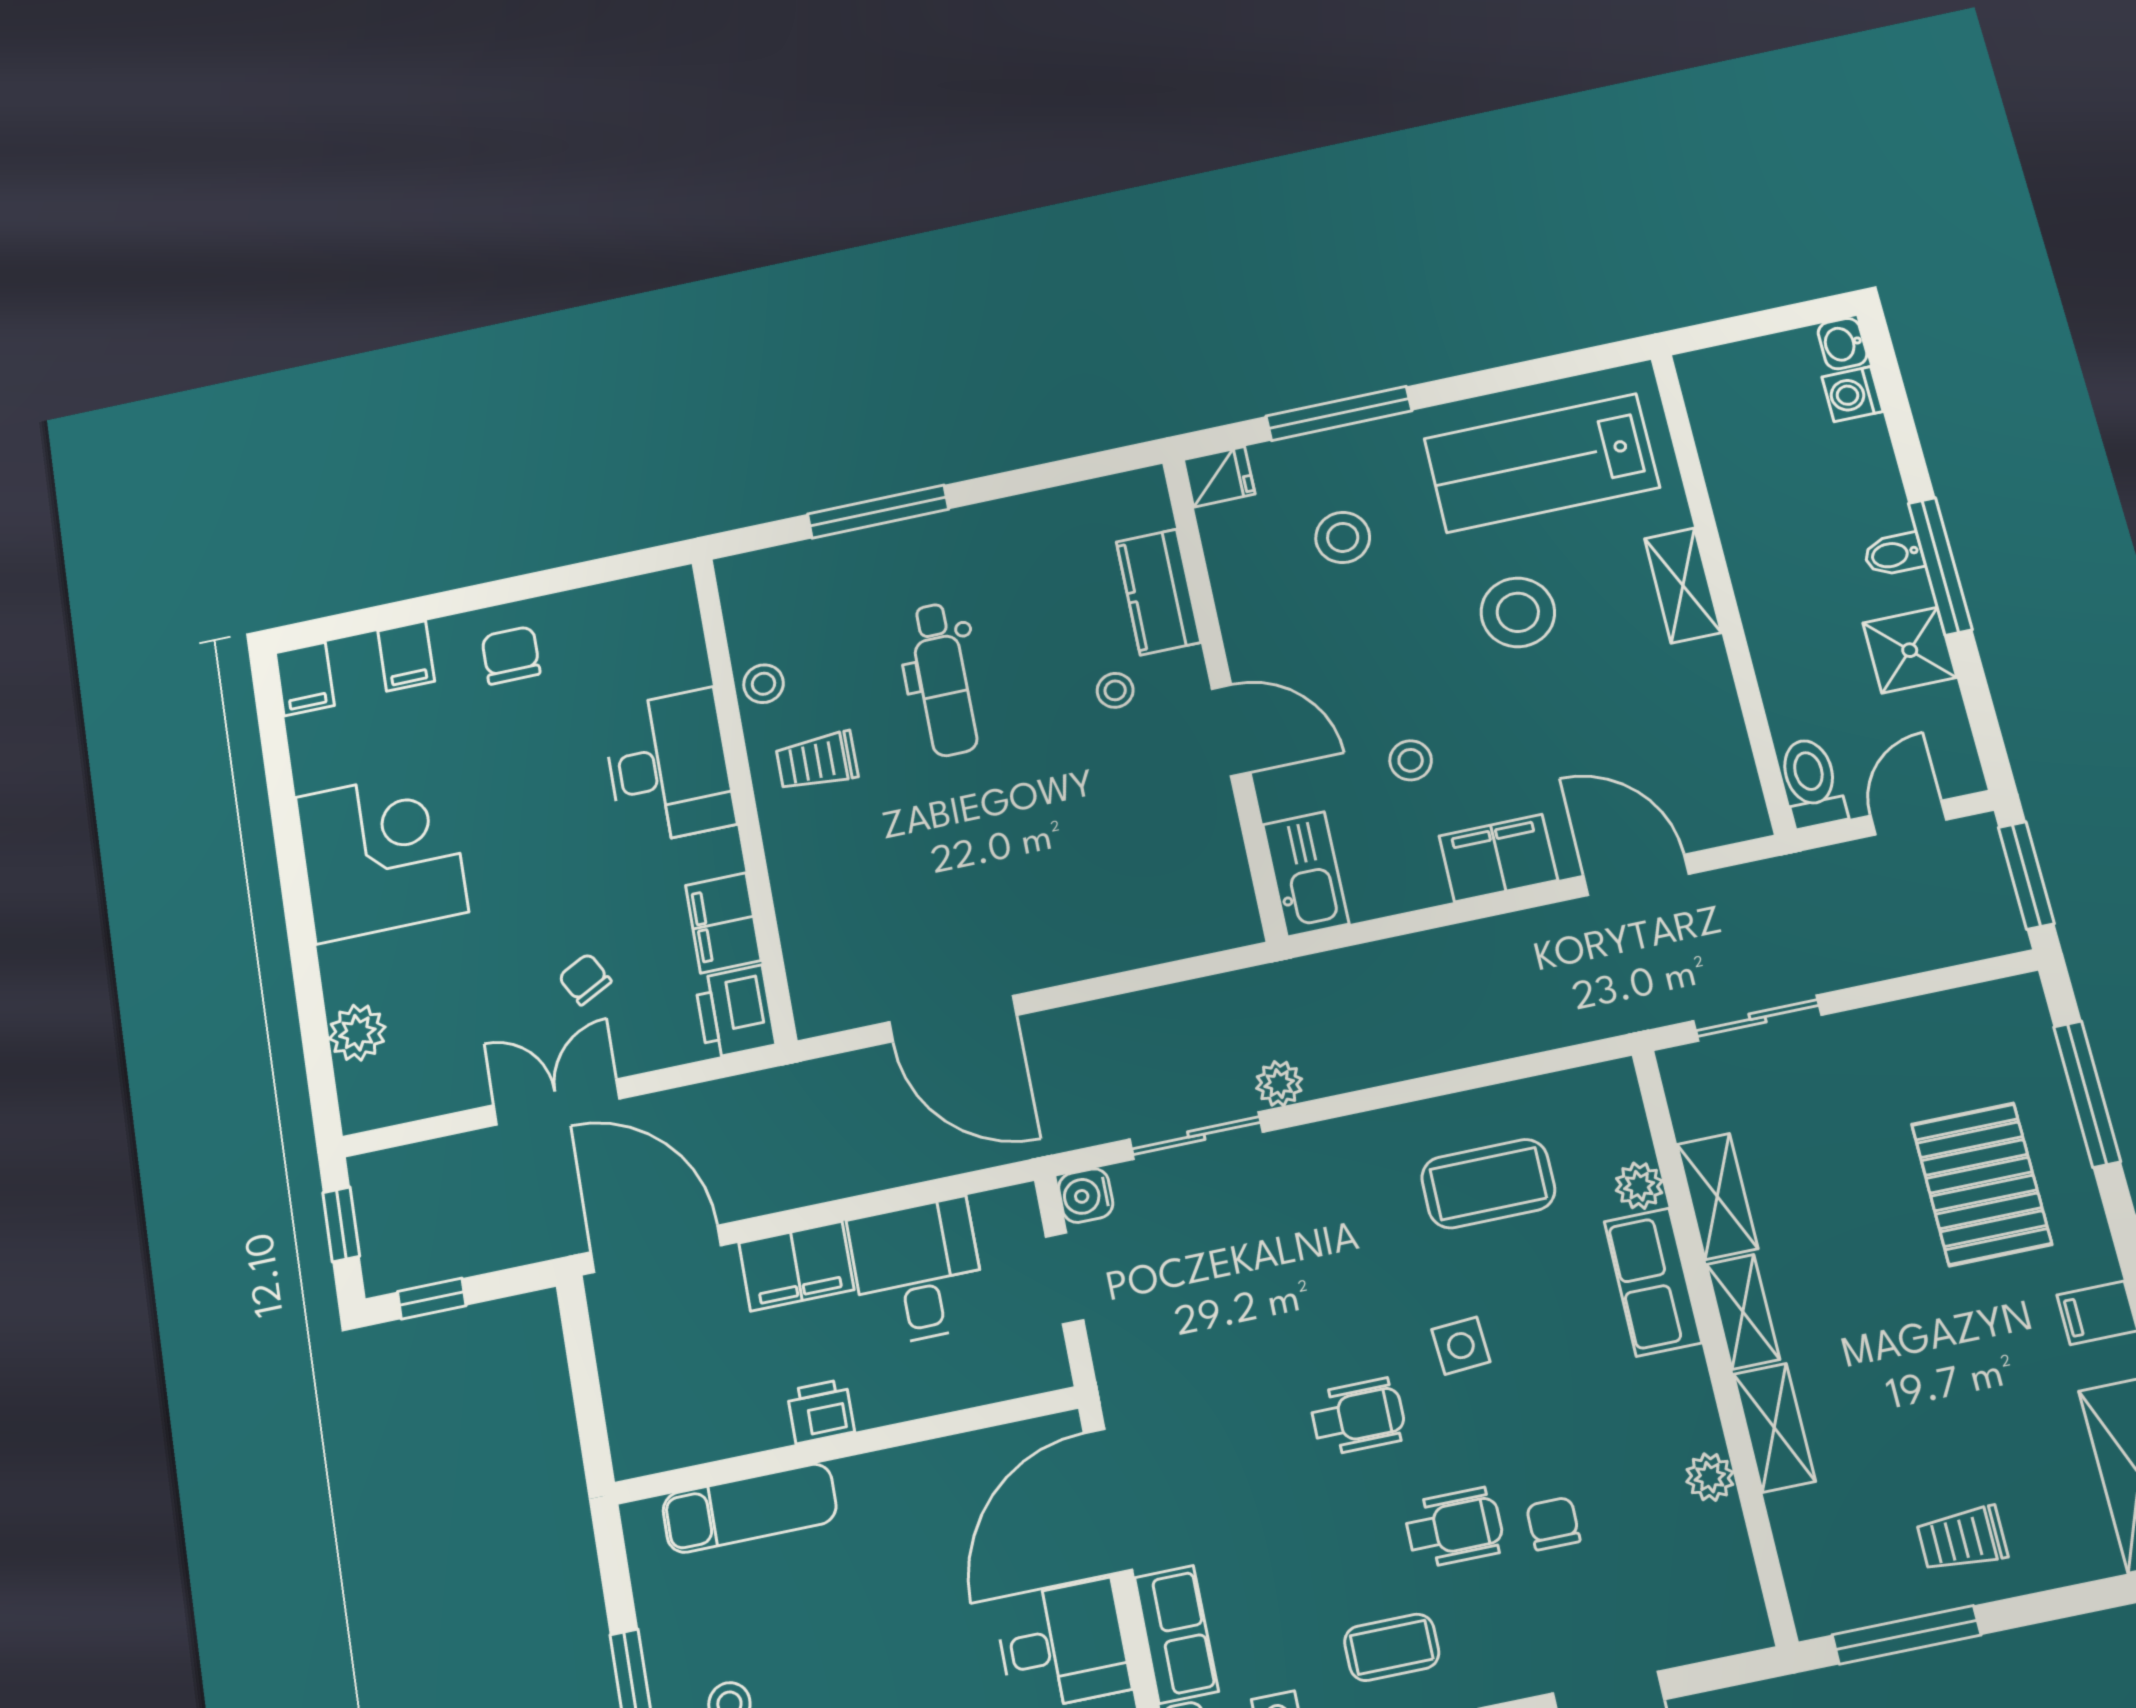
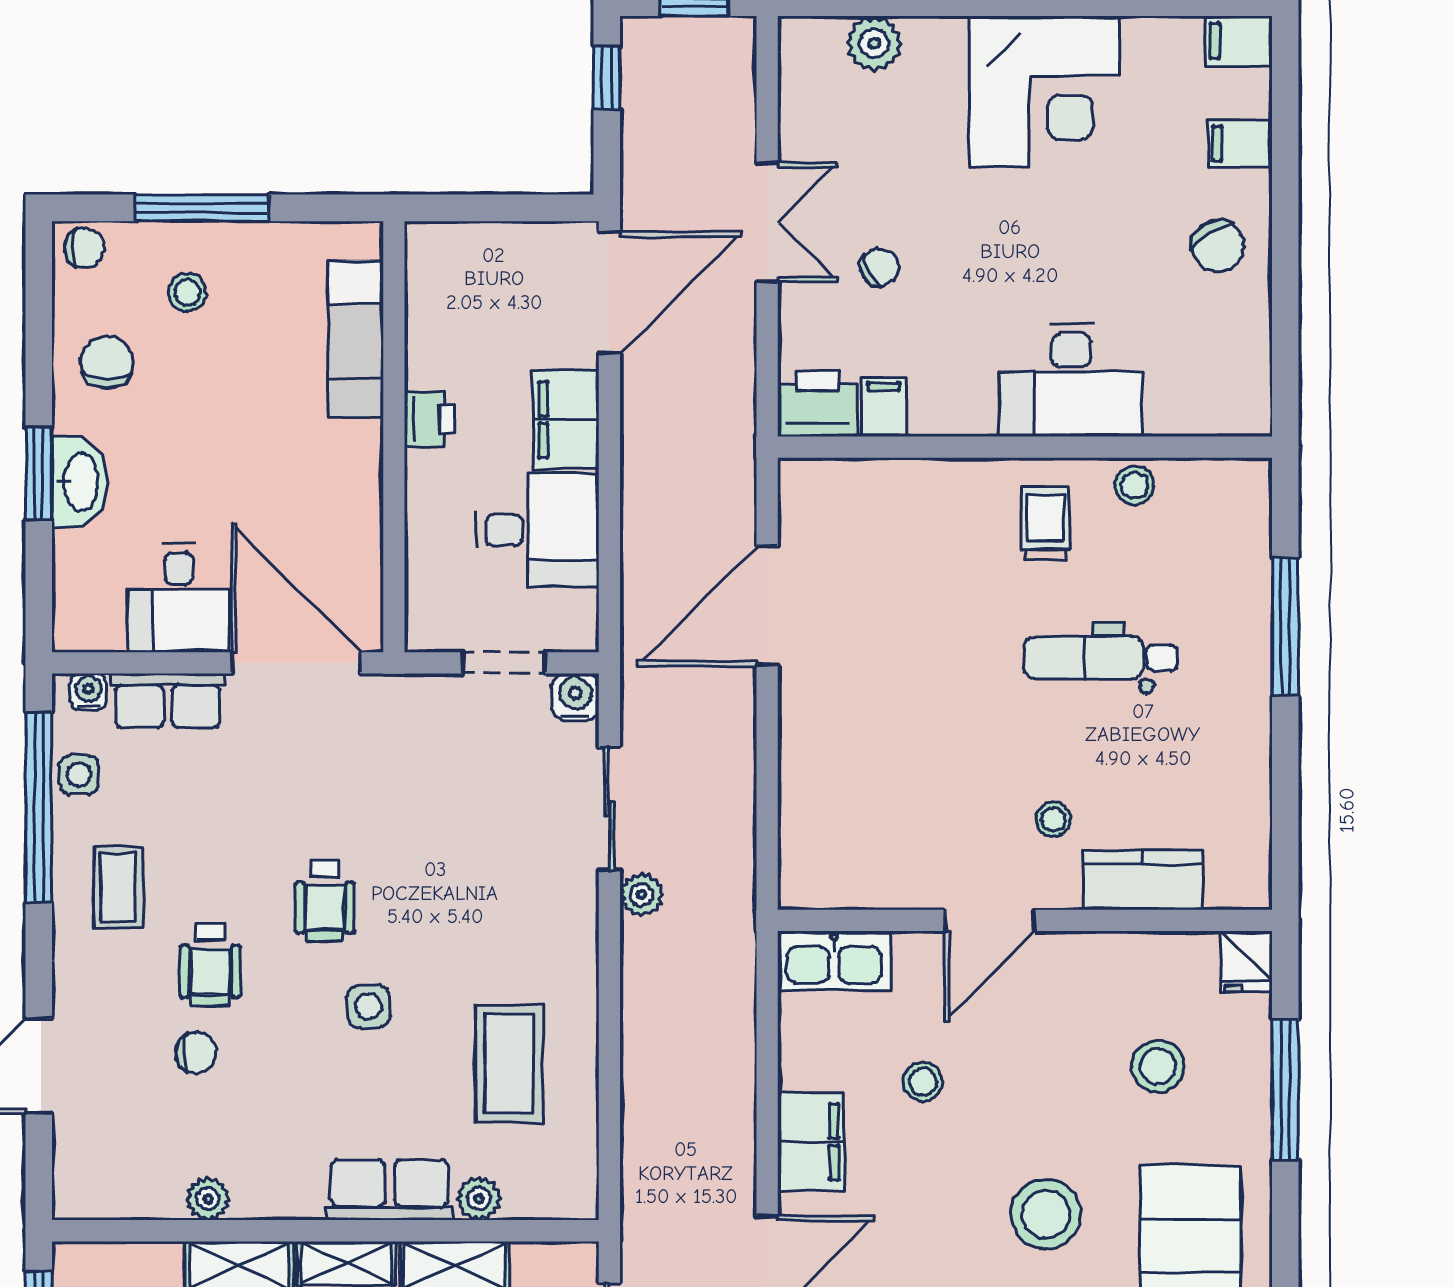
chair: (511, 655) -> (1218, 246), turned 59
filing cabinet: (723, 923) -> (884, 407), width x0.50

